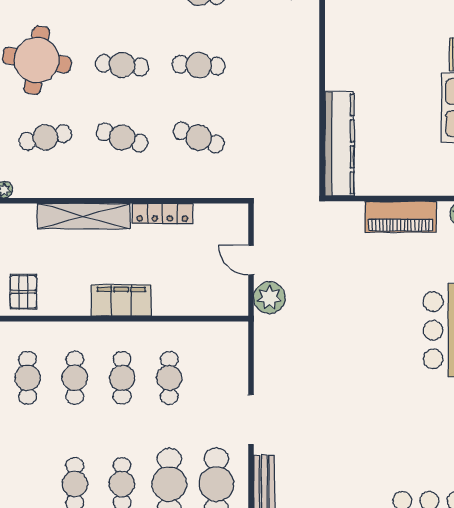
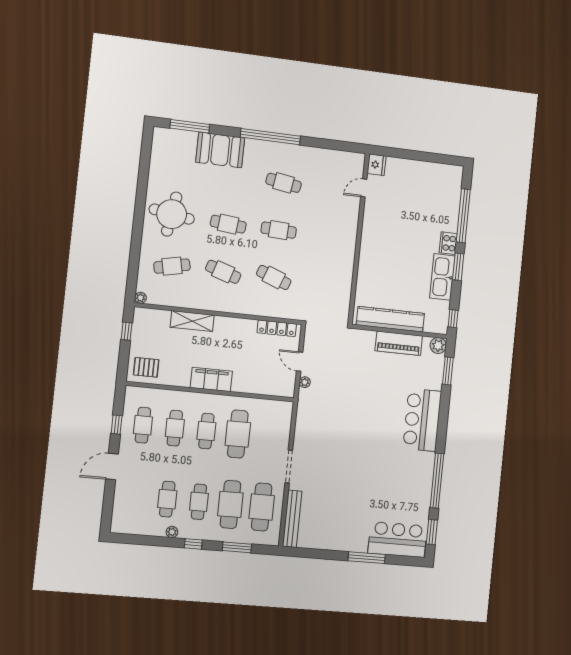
kitchen counter: (339, 144) -> (390, 319), moved, turned -90
locker: (162, 213) -> (277, 328), moved
shelving: (84, 216) -> (192, 321), width x0.68
pallet: (23, 292) -> (146, 367), turned 90
plant: (269, 298) -> (305, 382), width x0.53, depth x0.53
cafe table: (169, 378) -> (238, 434), width x1.37, depth x1.35

